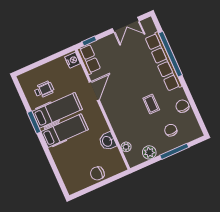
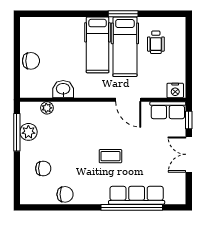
double door: (126, 25) -> (189, 154), moved
row of seats: (163, 62) -> (137, 195), width x0.73
coffee table: (151, 104) -> (110, 156), moved
window: (174, 151) -> (17, 132), moved
chair: (97, 173) -> (31, 61), turned 90

